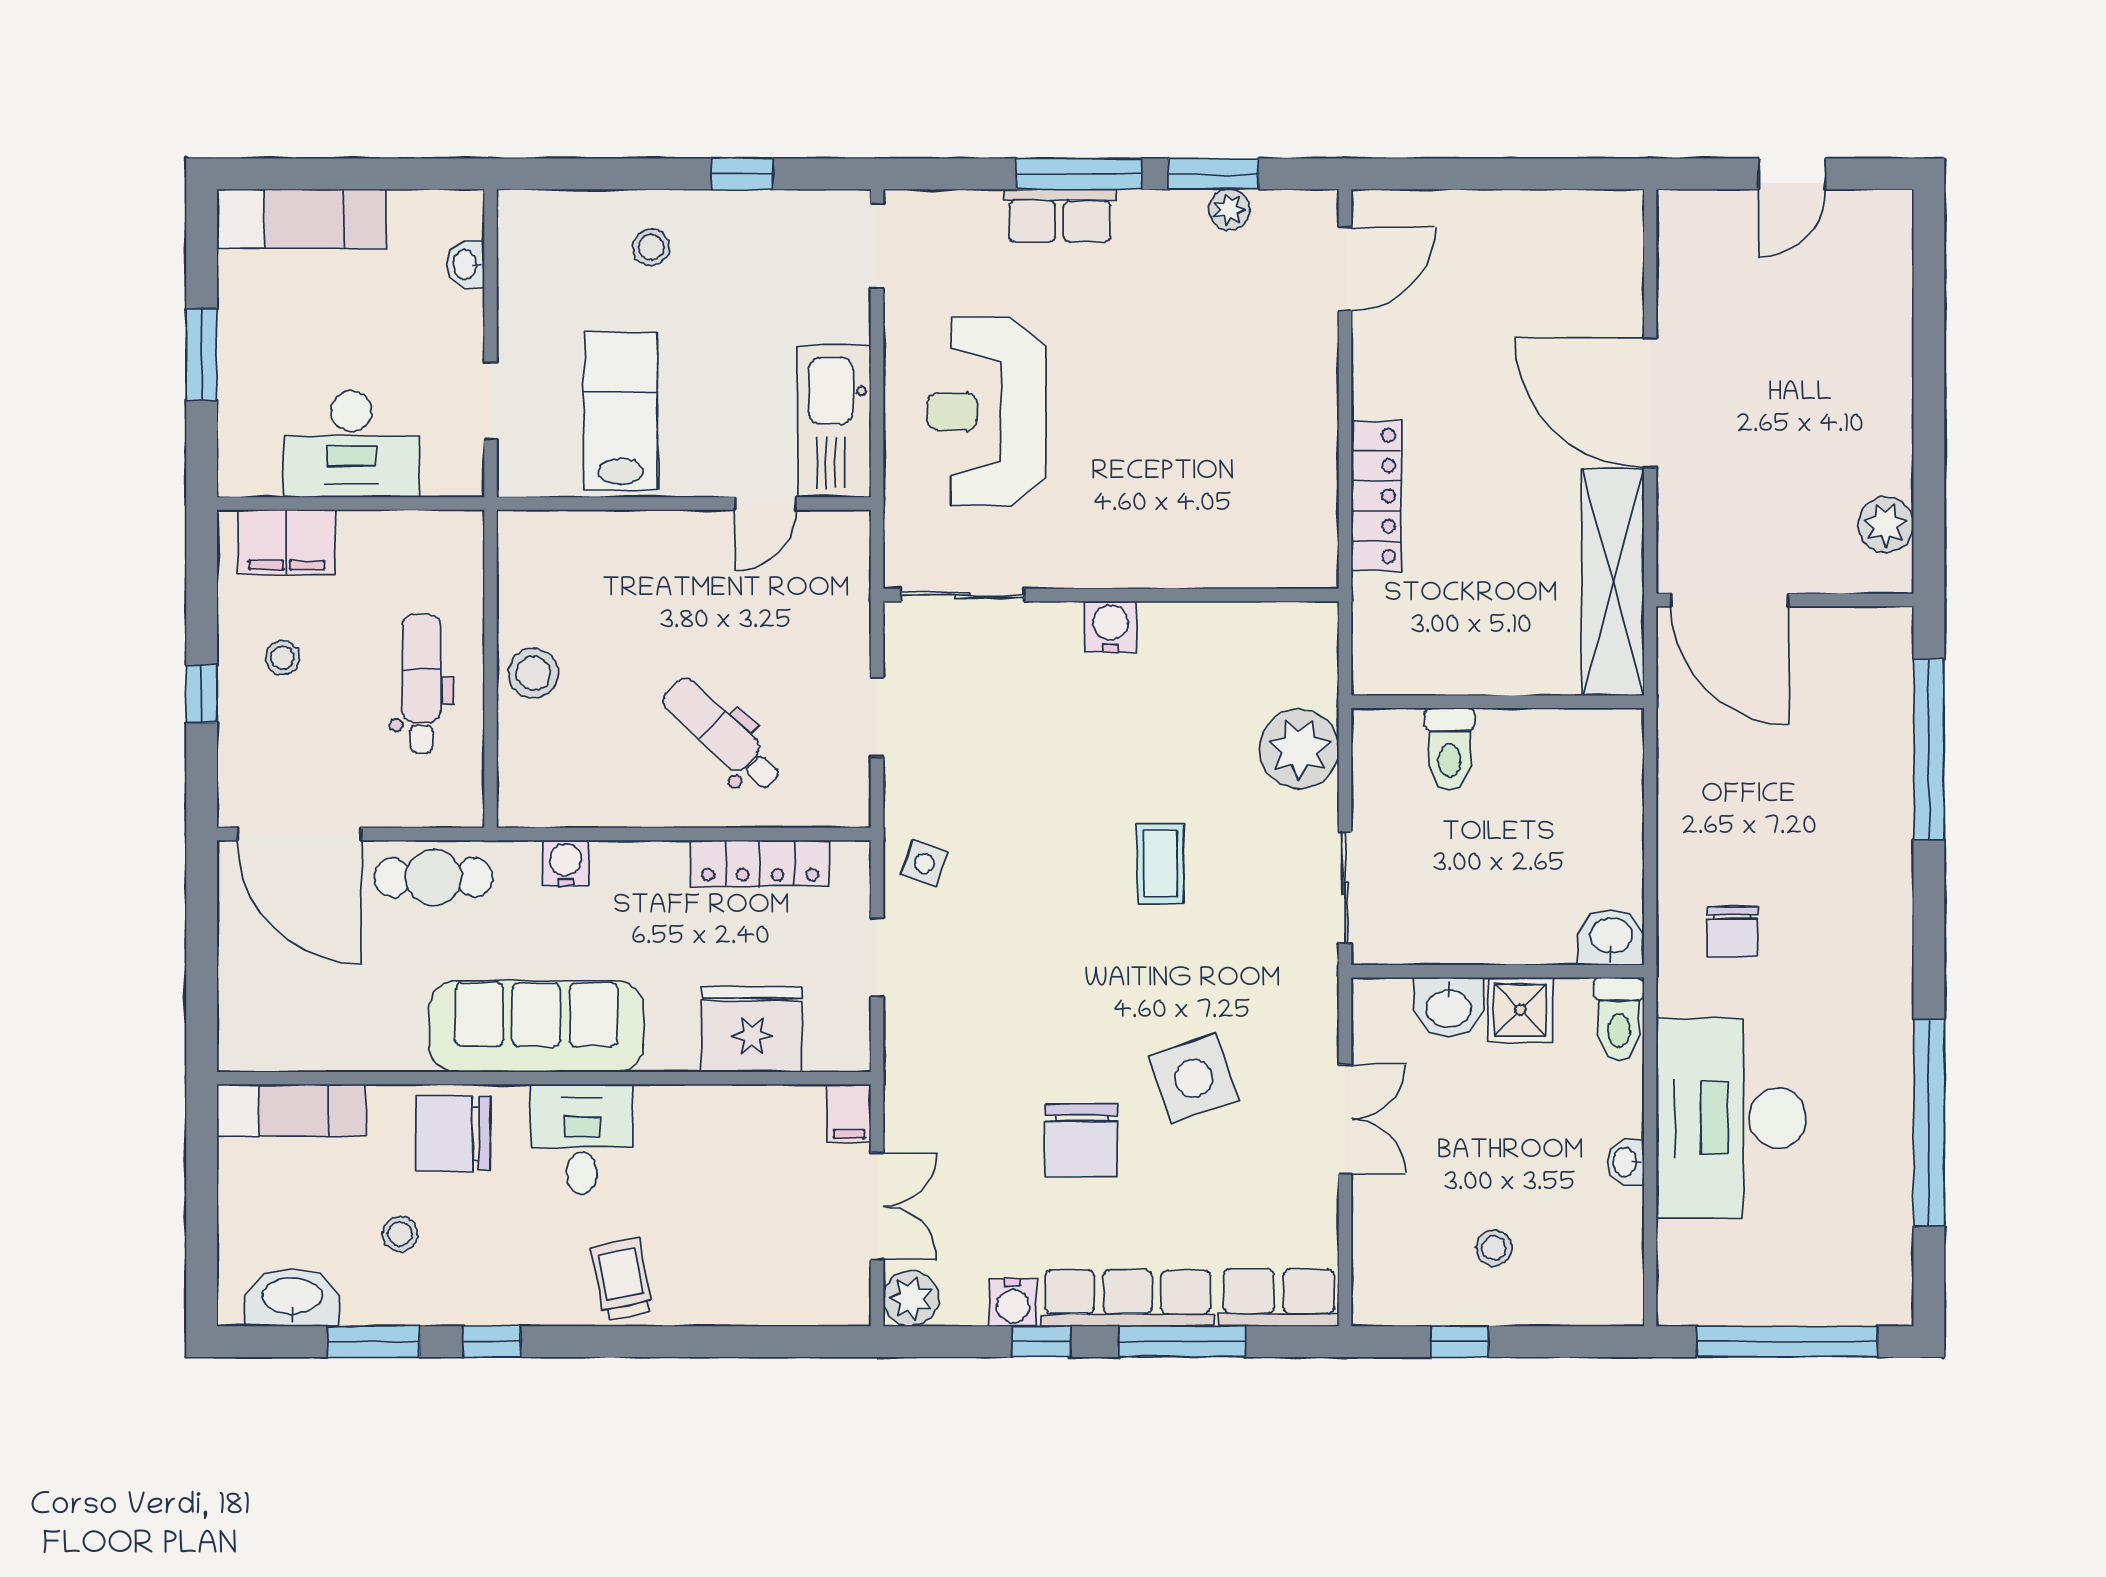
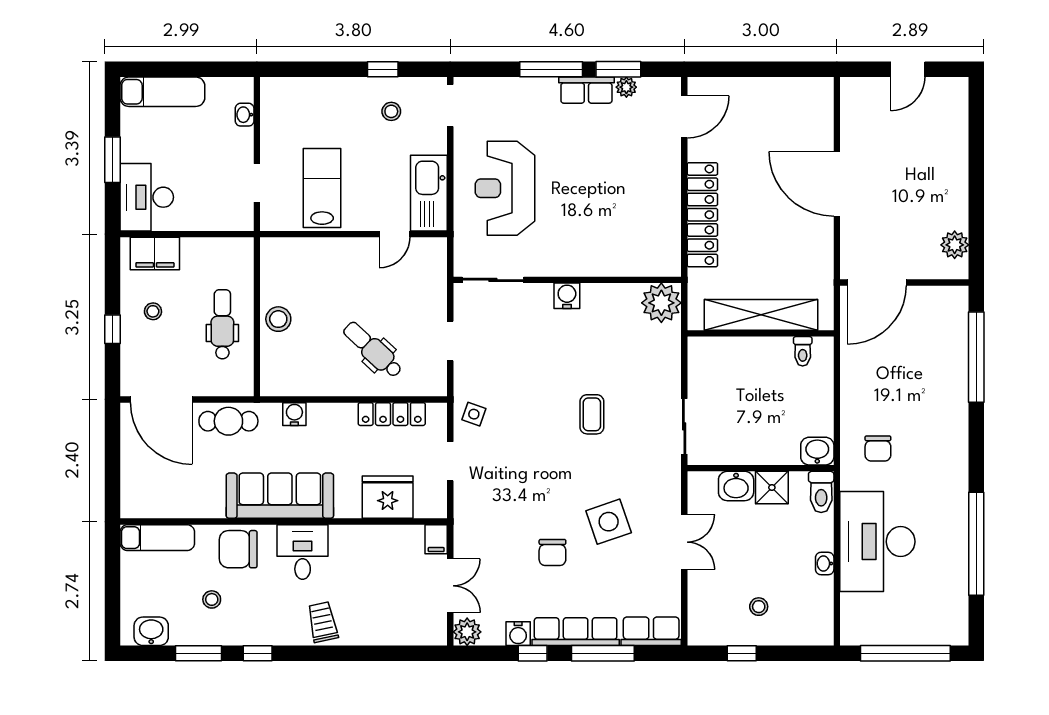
row of seats: (1060, 216) -> (586, 90), moved
stool: (651, 247) -> (391, 111), moved
desk: (351, 444) -> (147, 197), moved, turned 90
locker: (1376, 496) -> (702, 215), width x1.41, depth x1.21
shelving: (1613, 582) -> (761, 315), moved, turned 90
door: (1730, 600) -> (877, 282), hinge flipped
plant: (1299, 749) -> (661, 303), moved
toilet: (1449, 749) -> (803, 351), moved, width x0.73, depth x0.72
chair: (1081, 1140) -> (552, 553), width x0.73, depth x0.73
washbasin: (292, 1298) -> (151, 631), width x0.72

